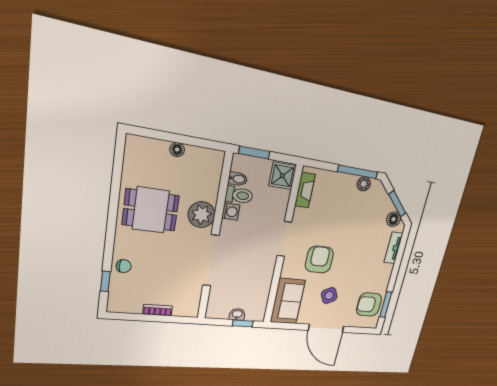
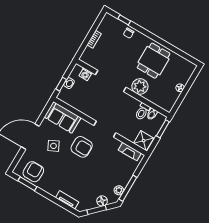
washing machine: (231, 212) -> (86, 74), moved
floor lamp: (394, 219) -> (102, 201), moved

